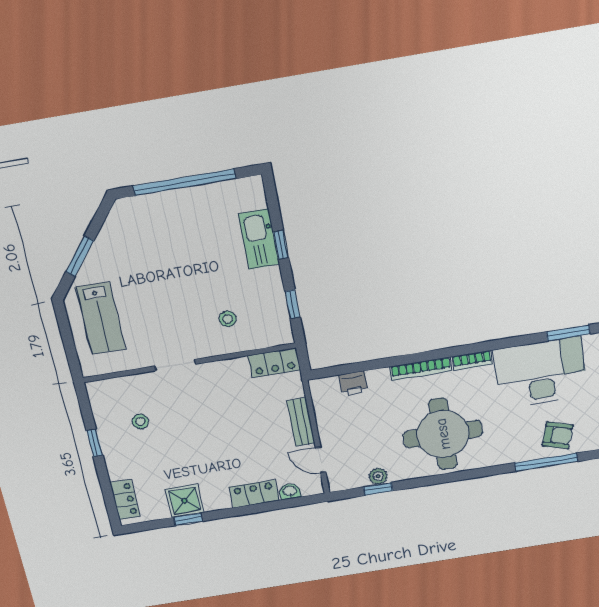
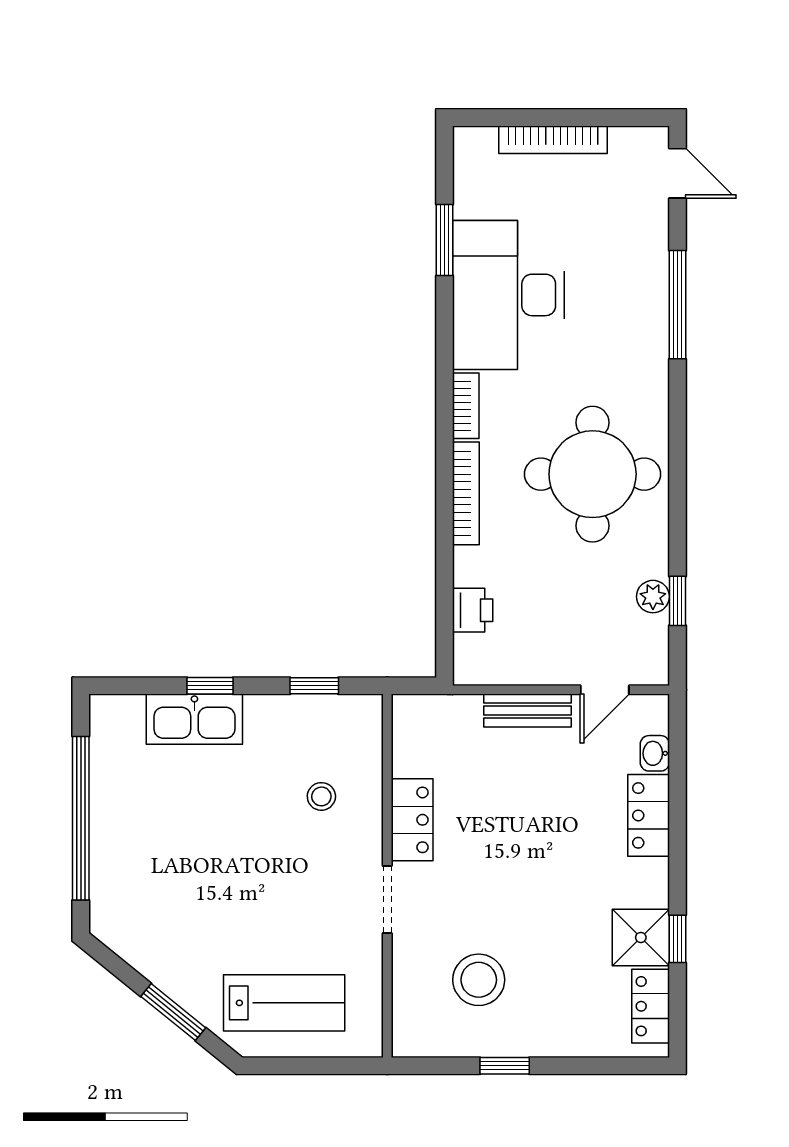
locker: (274, 363) -> (412, 820), moved
stool: (140, 421) -> (479, 980), width x1.89, depth x1.89
armchair: (558, 435) -> (630, 279), removed
locker: (125, 499) -> (651, 1006), moved, turned -90

